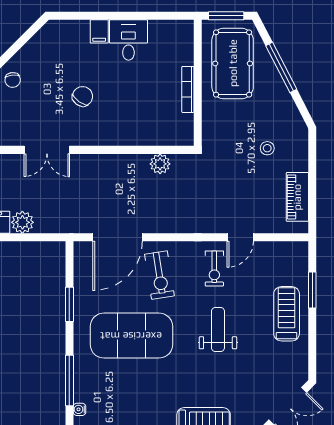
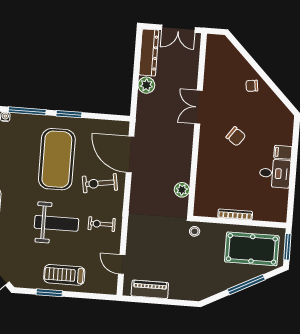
stool: (267, 148) -> (195, 231), moved
door: (240, 237) -> (122, 264), moved
window: (312, 290) -> (49, 293), moved
window: (69, 304) -> (69, 114), moved
treadmill: (287, 314) -> (64, 275), turned 180
weight bench: (218, 330) -> (56, 223), width x1.36, depth x1.33

